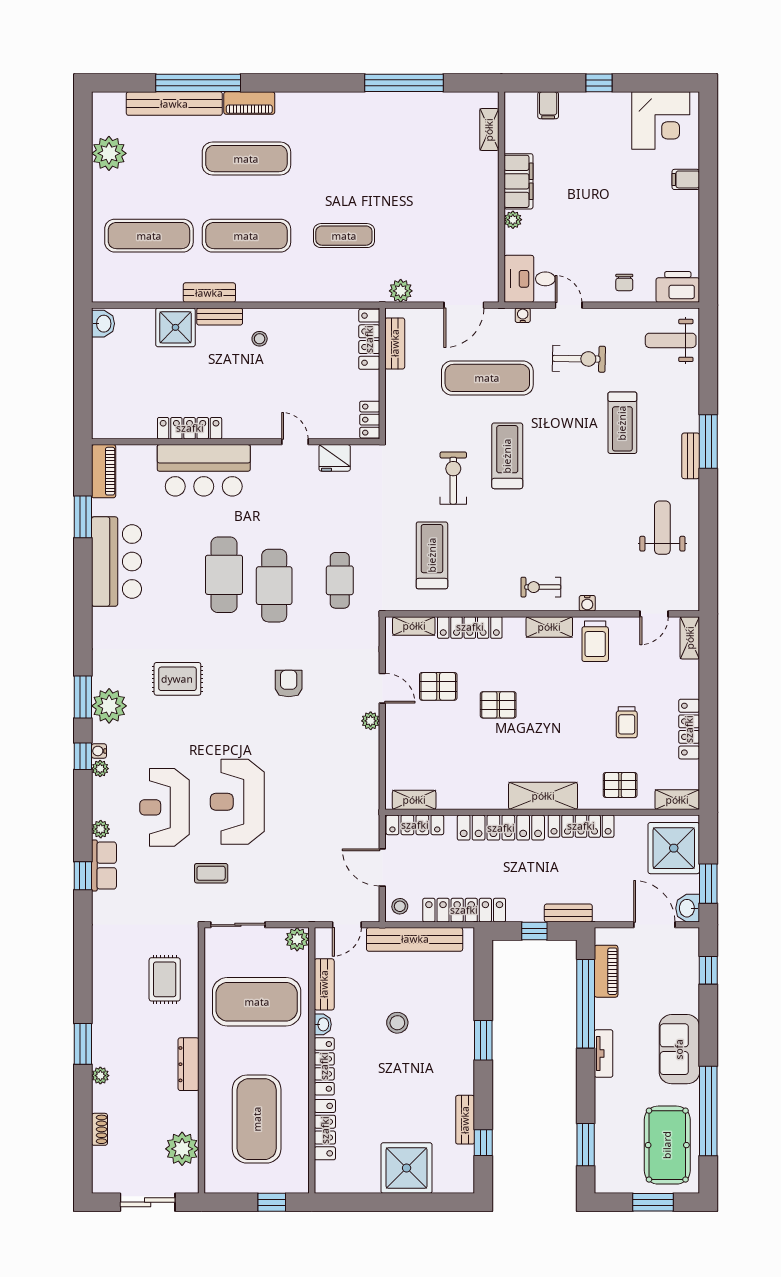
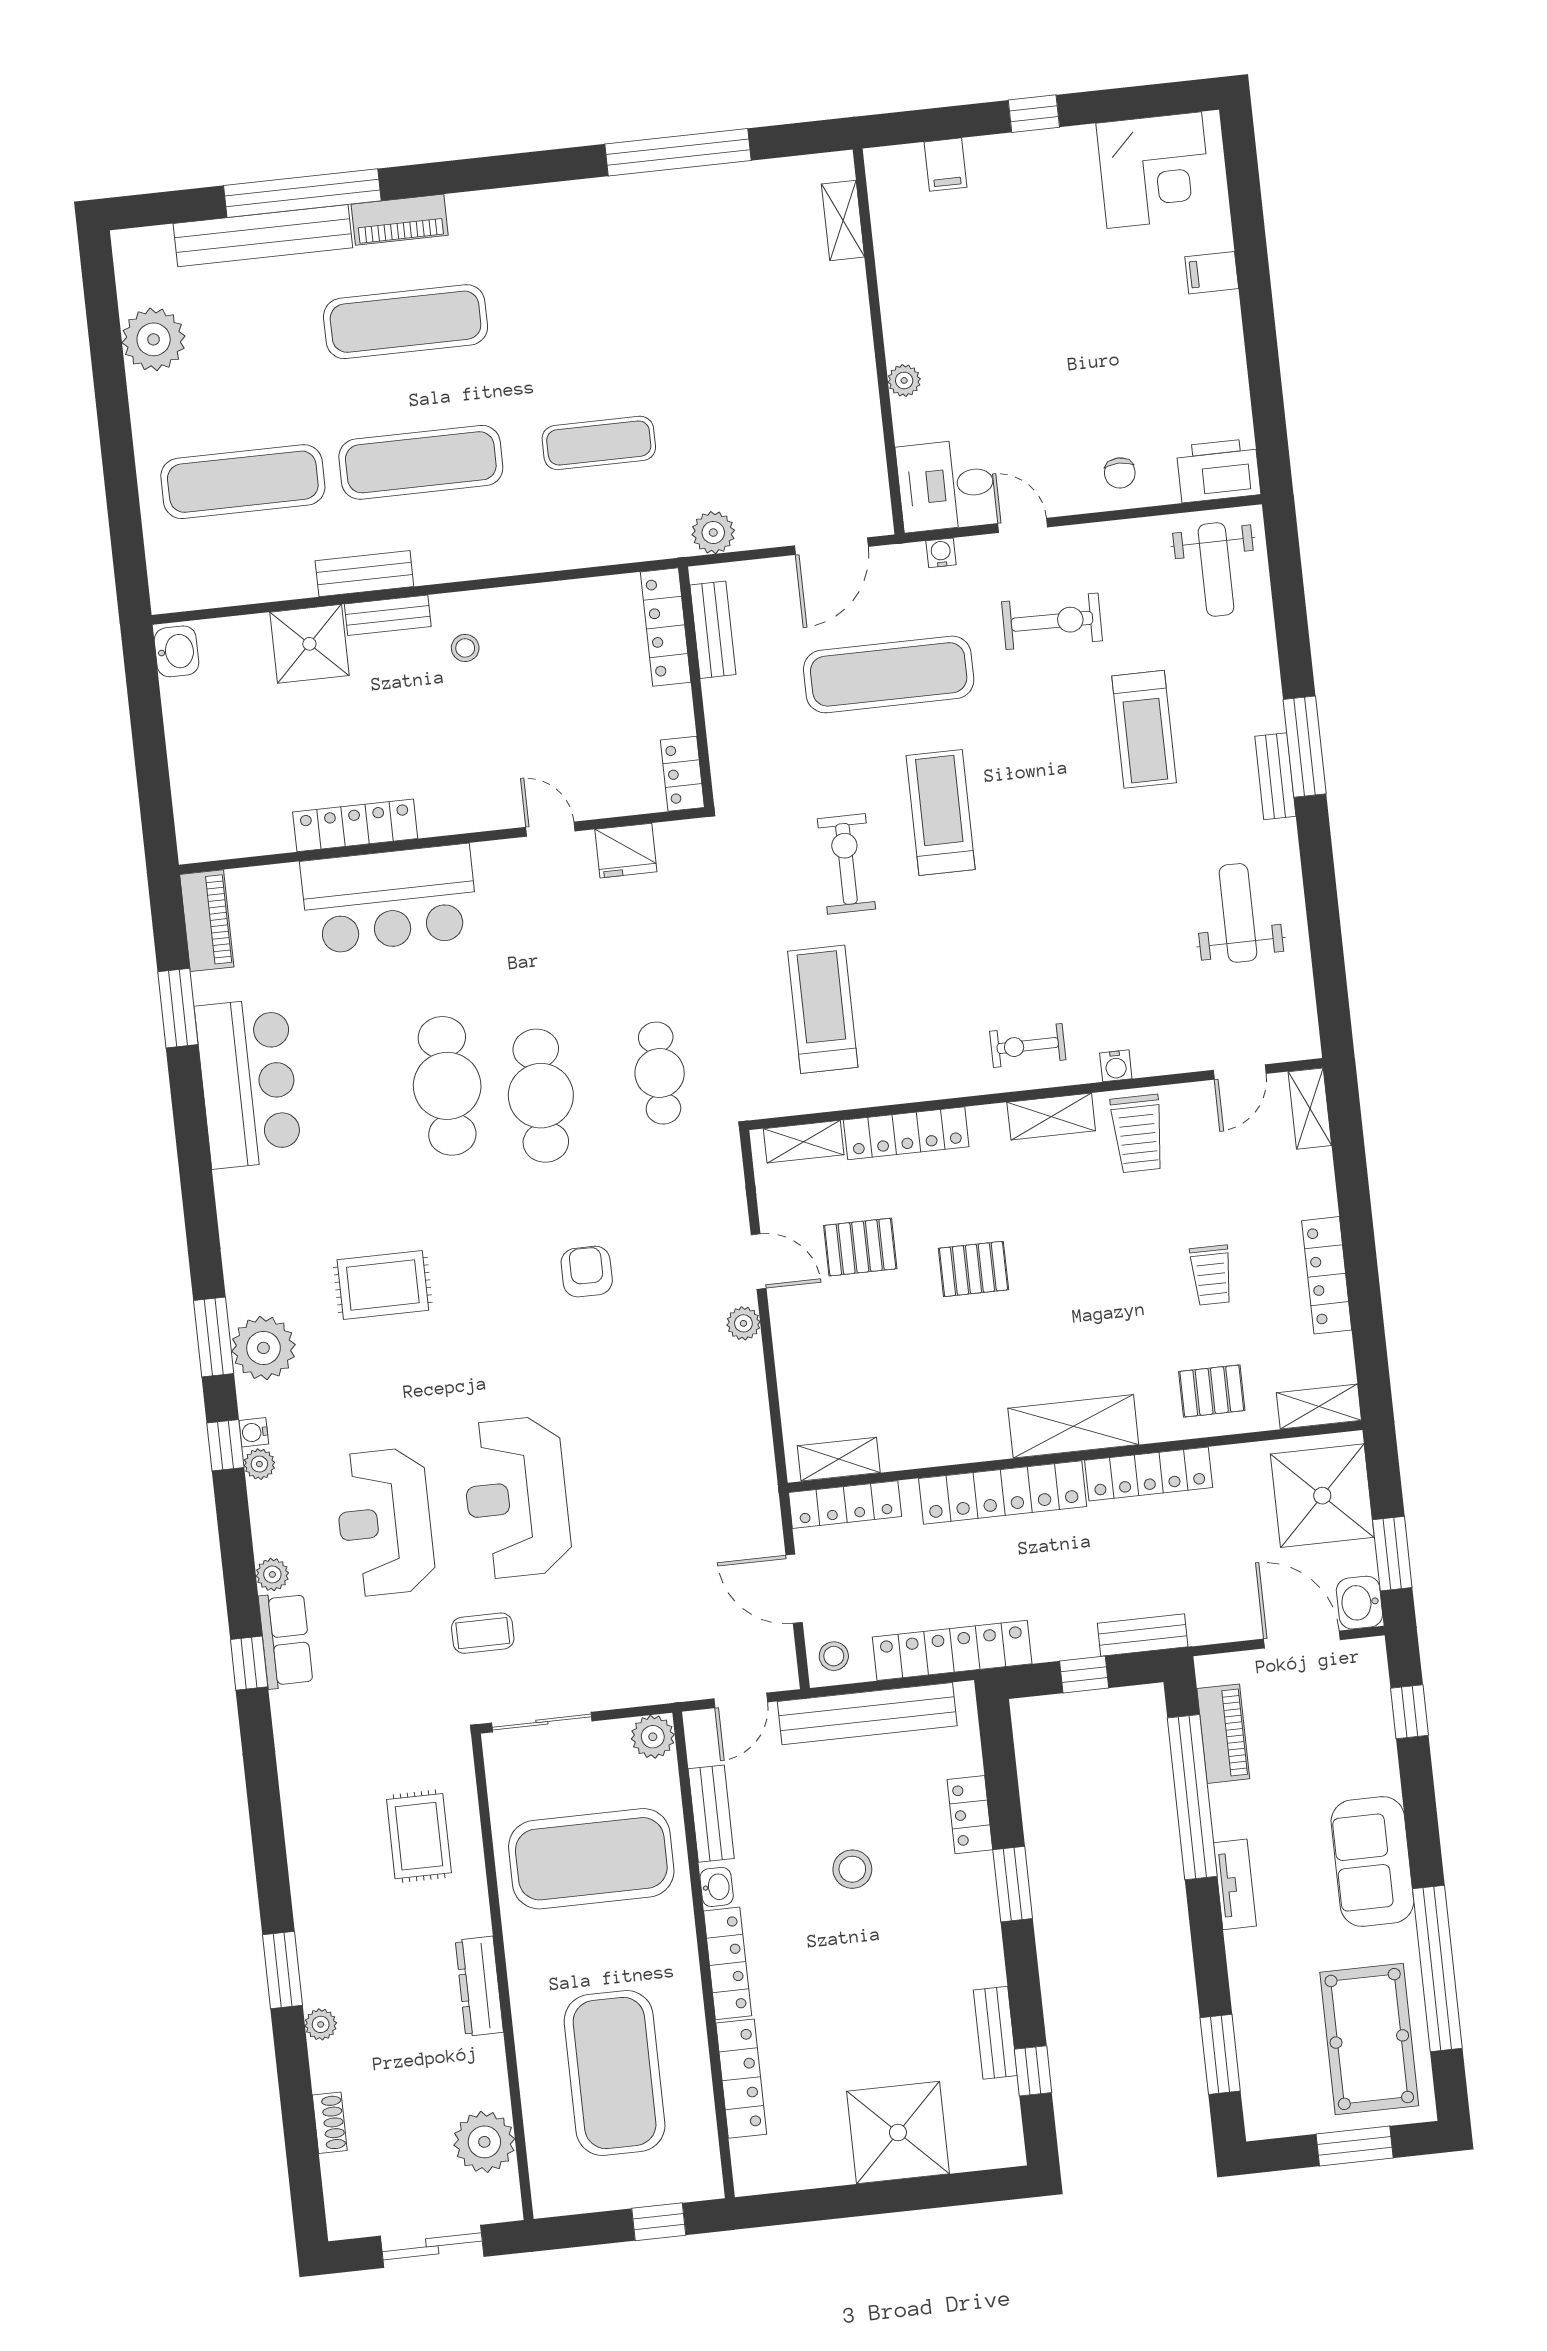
filing cabinet: (518, 181) -> (907, 309), removed
weight bench: (671, 340) -> (1216, 569), turned -90
locker: (464, 1000) -> (970, 1815), added

